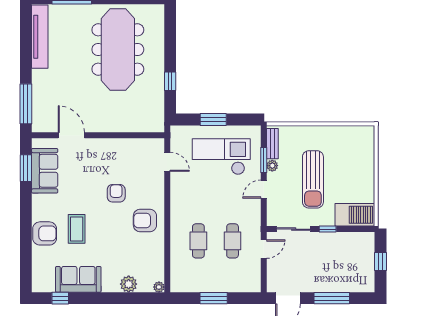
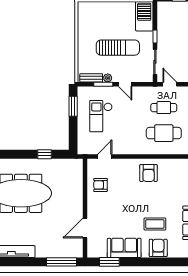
window: (213, 119) -> (73, 106), moved
checkout: (221, 157) -> (101, 116), width x0.73, depth x0.83
sofa: (45, 171) -> (124, 248), moved
armchair: (116, 193) -> (100, 185), moved
cafe table: (198, 241) -> (164, 133), width x1.37, depth x1.35

